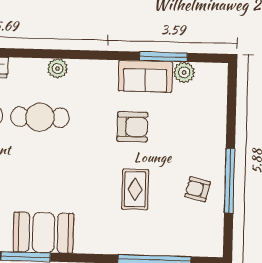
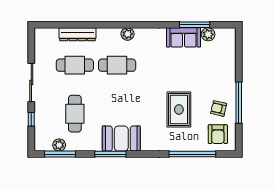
armchair: (132, 127) -> (218, 134), moved, turned 90
rug: (135, 189) -> (179, 110), width x1.36, depth x1.43

